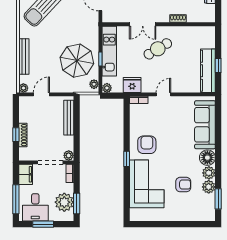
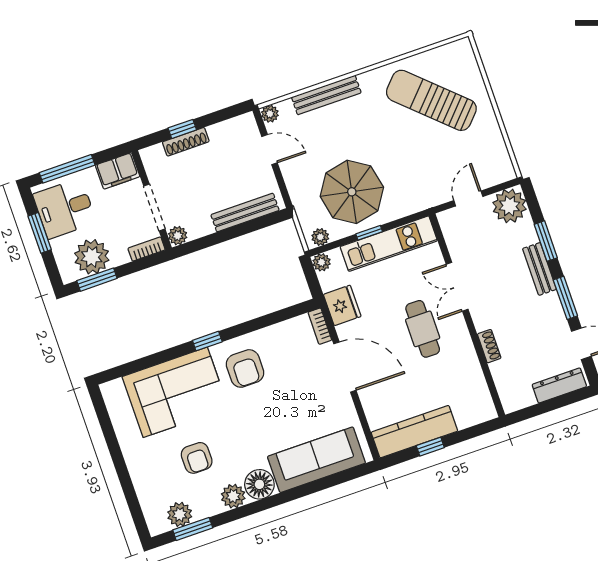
cafe table: (158, 49) -> (423, 329), turned 31
door: (163, 94) -> (345, 367), width x1.88
armchair: (147, 145) -> (245, 368), turned 90
plant: (209, 187) -> (180, 514), moved

